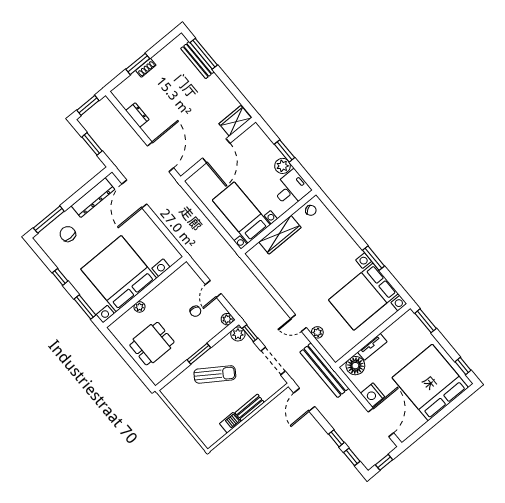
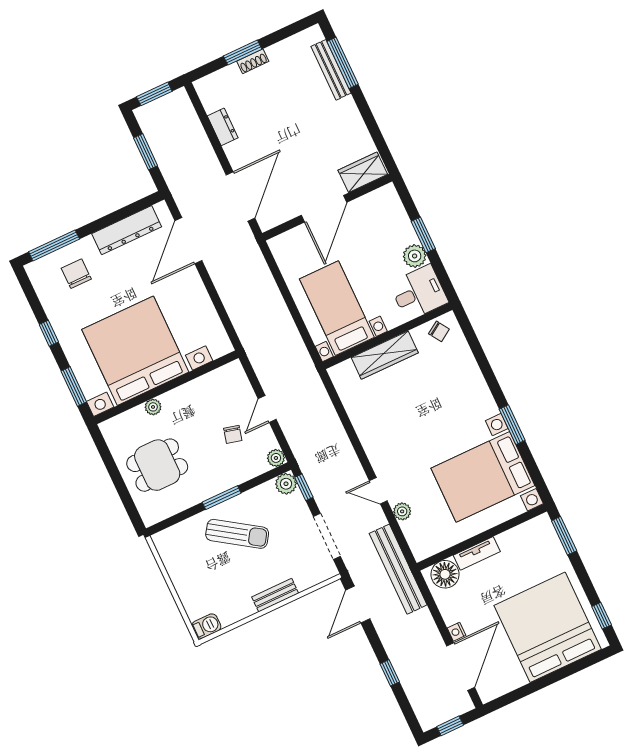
nightstand: (372, 395) -> (456, 632), width x0.53, depth x0.56
barbecue: (230, 423) -> (206, 626), moved
window: (352, 457) -> (405, 706), removed

